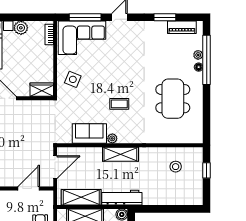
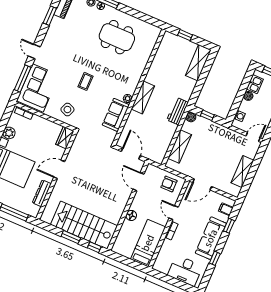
coffee table: (119, 104) -> (86, 81), moved
stool: (176, 167) -> (171, 58), removed
shelving: (81, 197) -> (198, 63), moved
workbench: (122, 198) -> (178, 111), width x0.73

